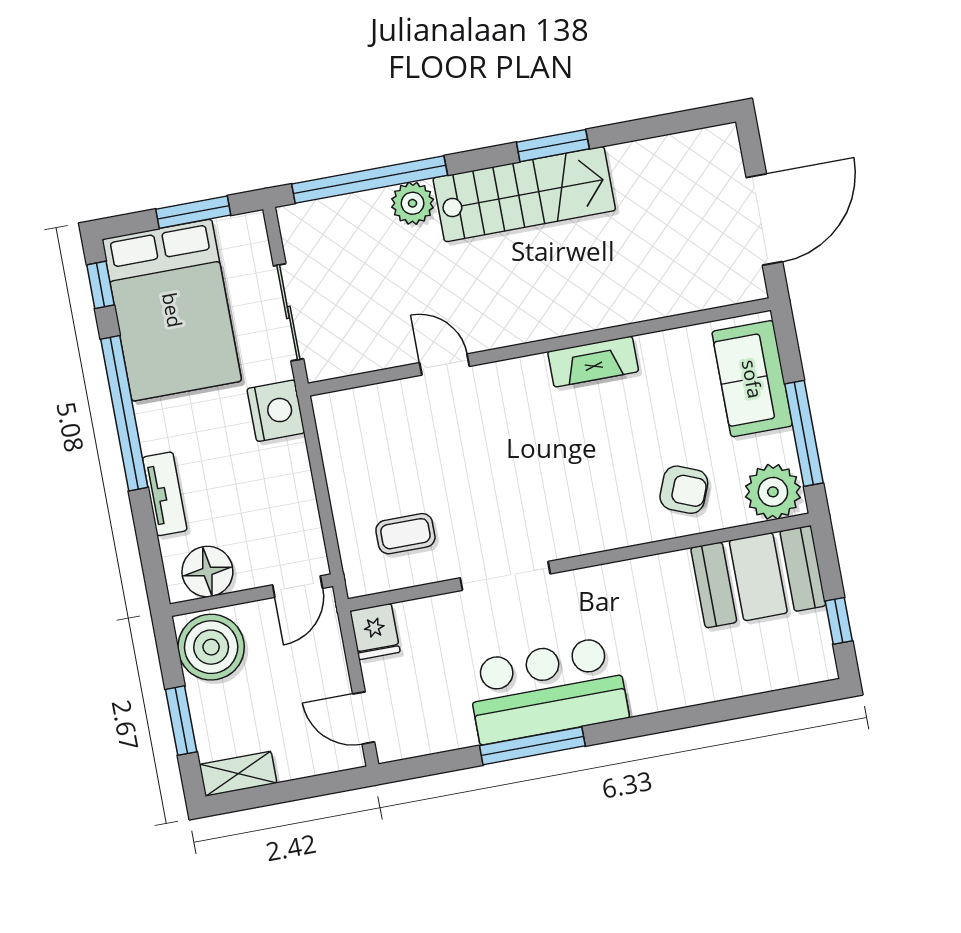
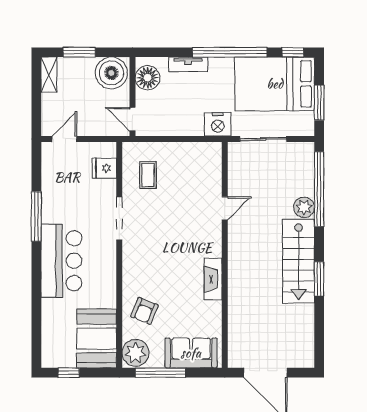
fridge: (375, 631) -> (104, 168), moved
bar counter: (547, 690) -> (61, 261), moved

